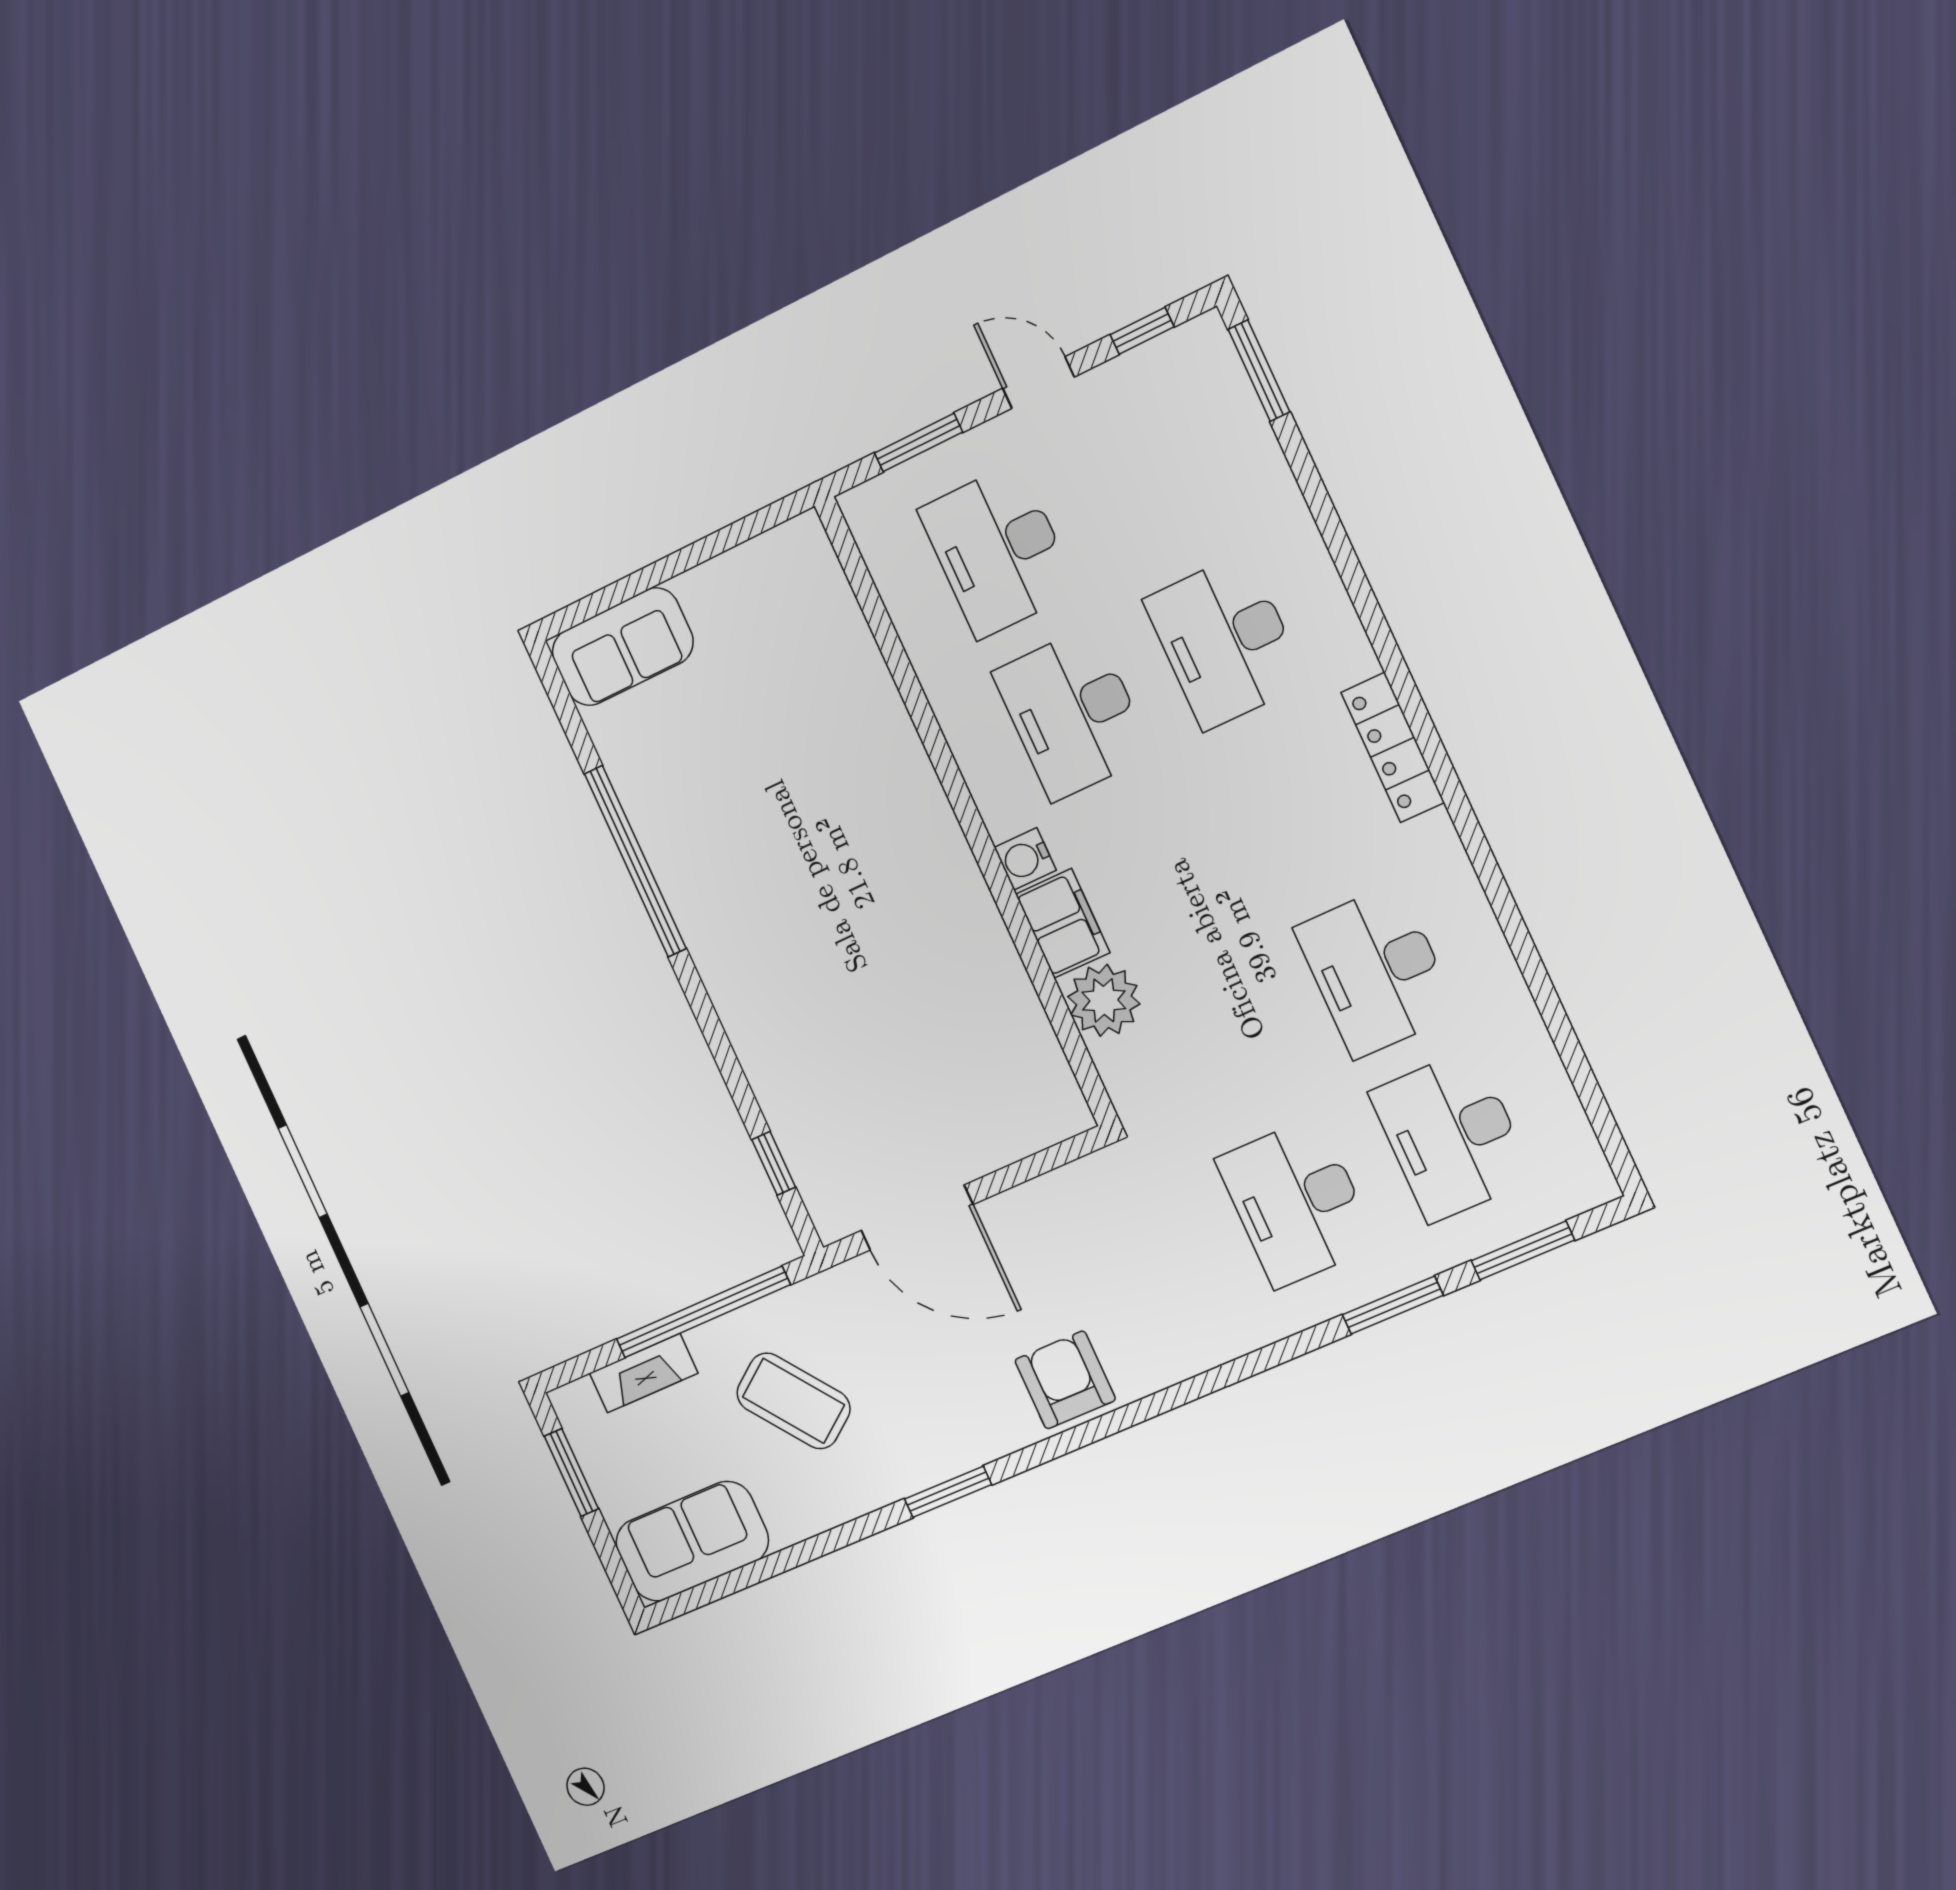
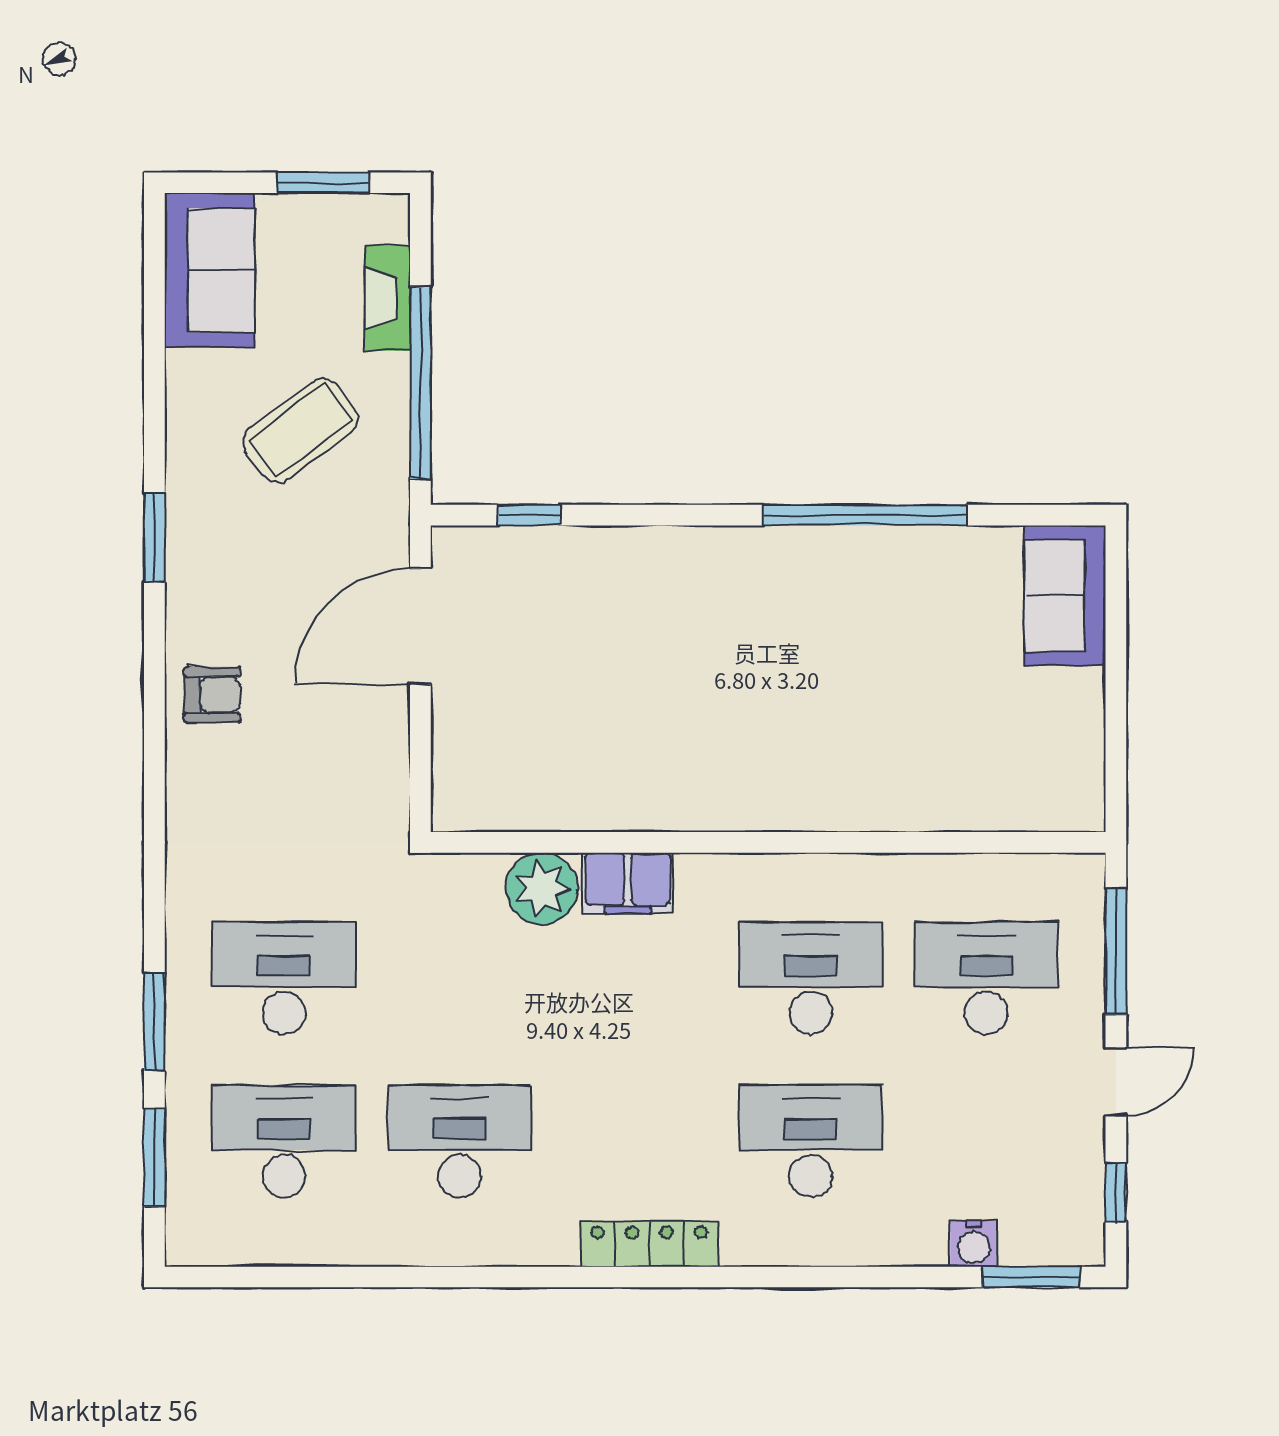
window: (918, 442) -> (1116, 951), width x1.44
water cooler: (1025, 859) -> (974, 1243), moved, turned 180
armchair: (1065, 1380) -> (212, 695), width x0.72, depth x0.72

